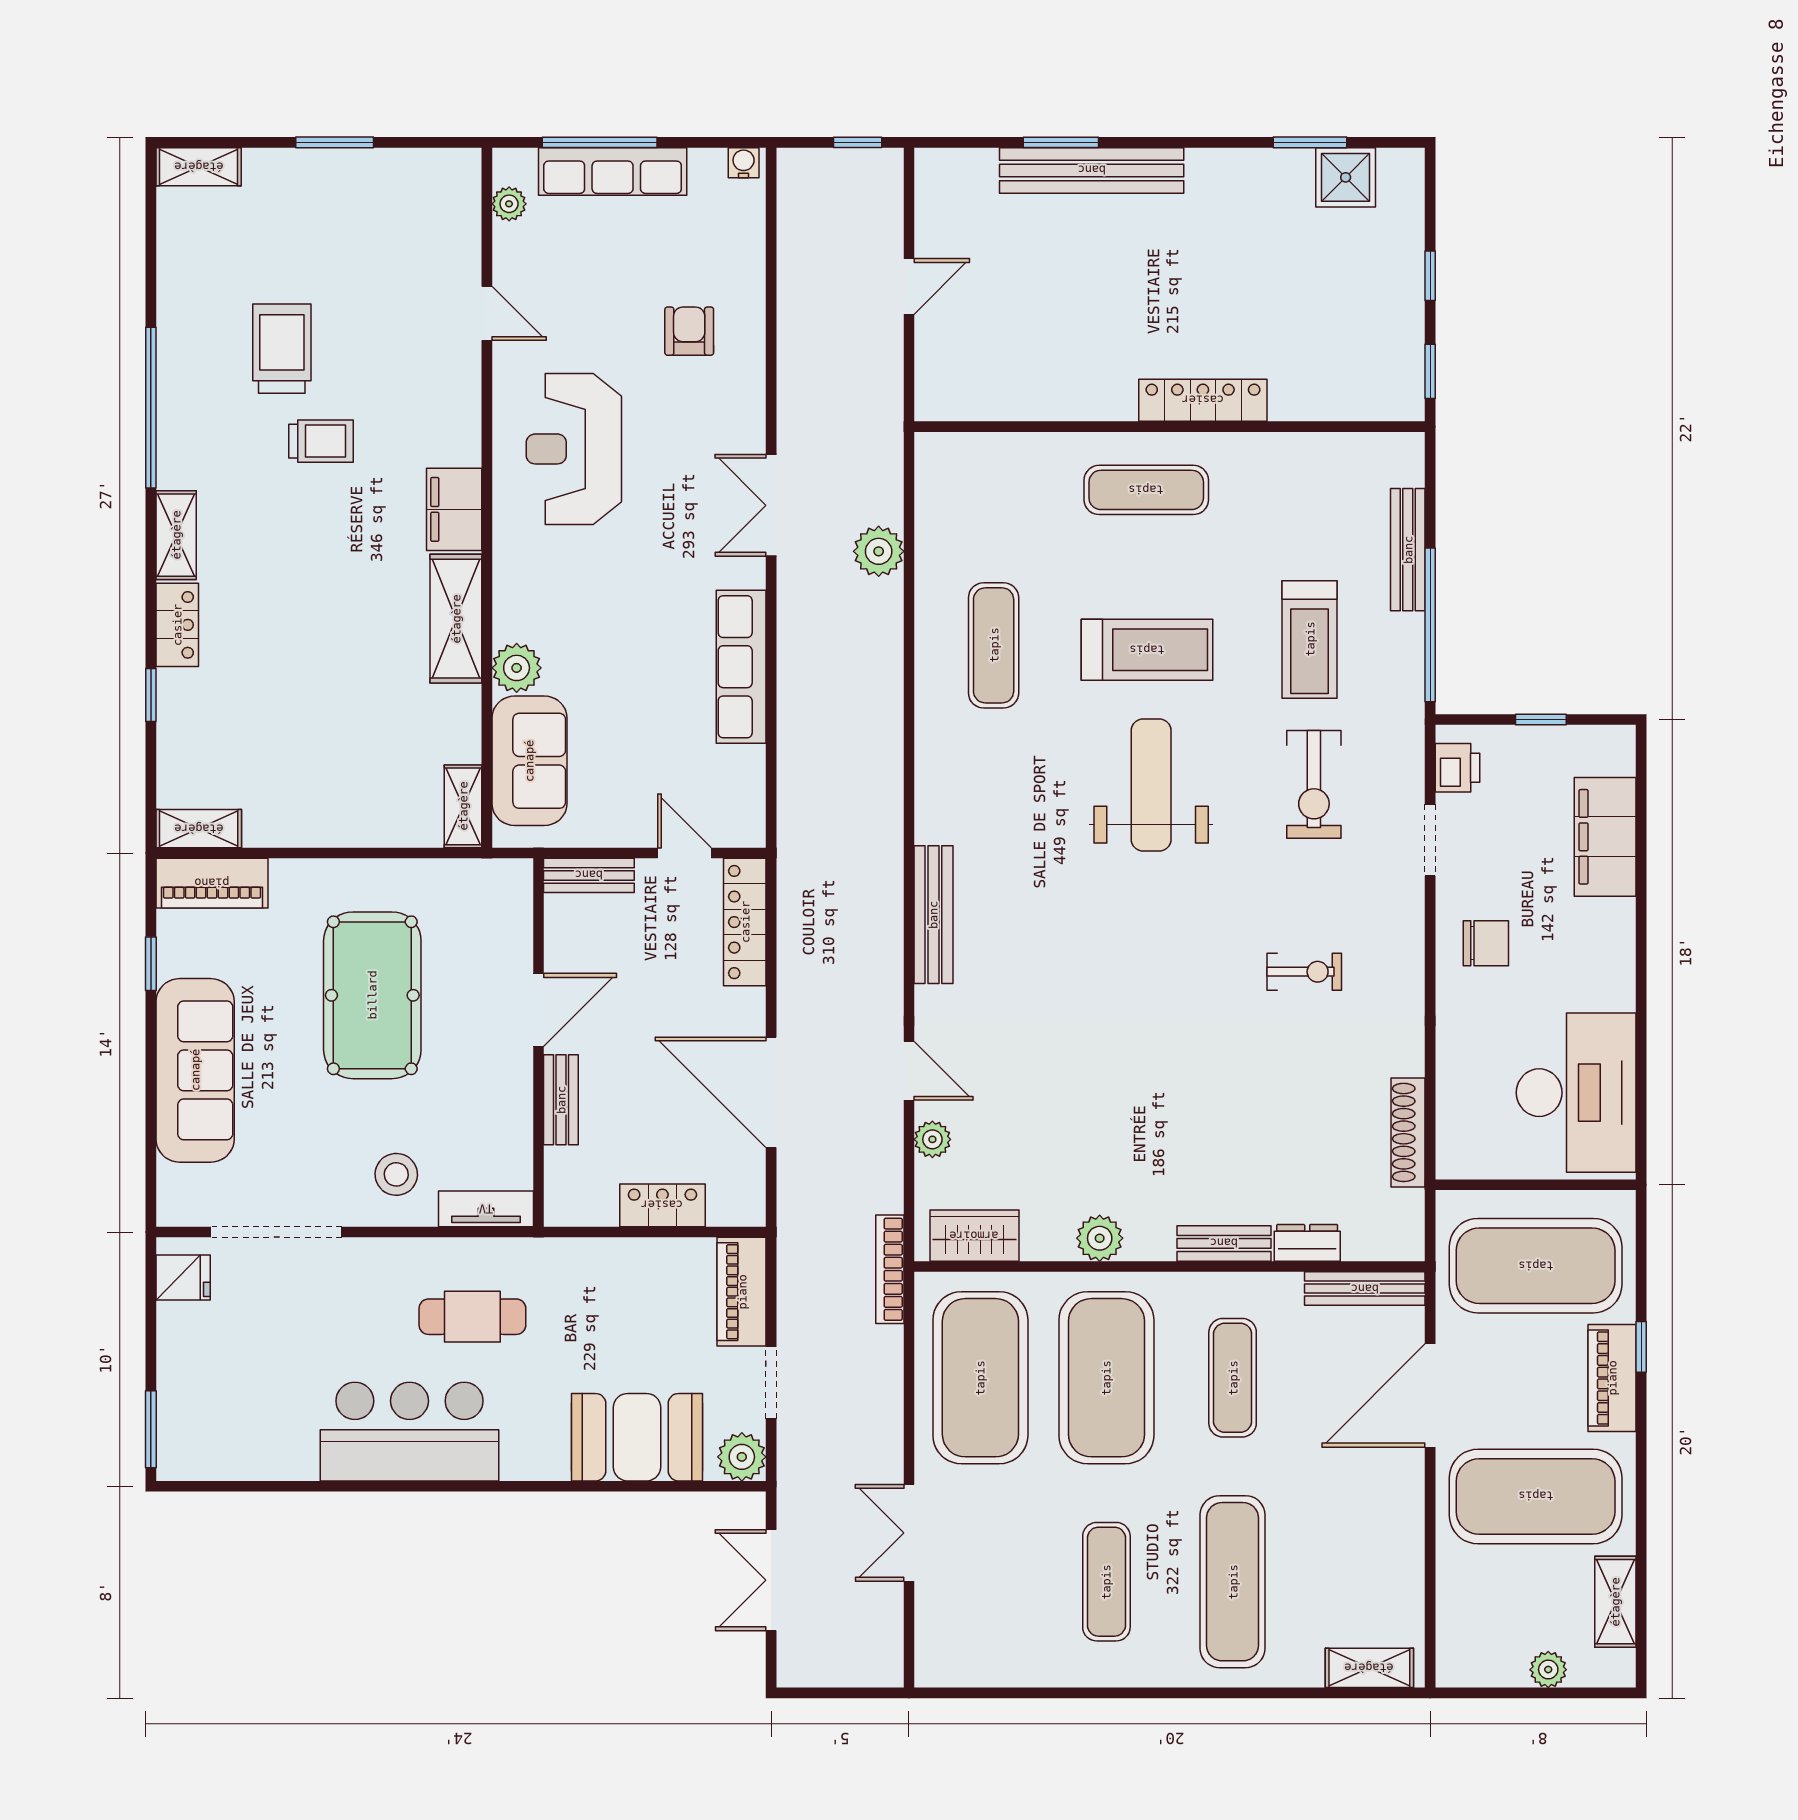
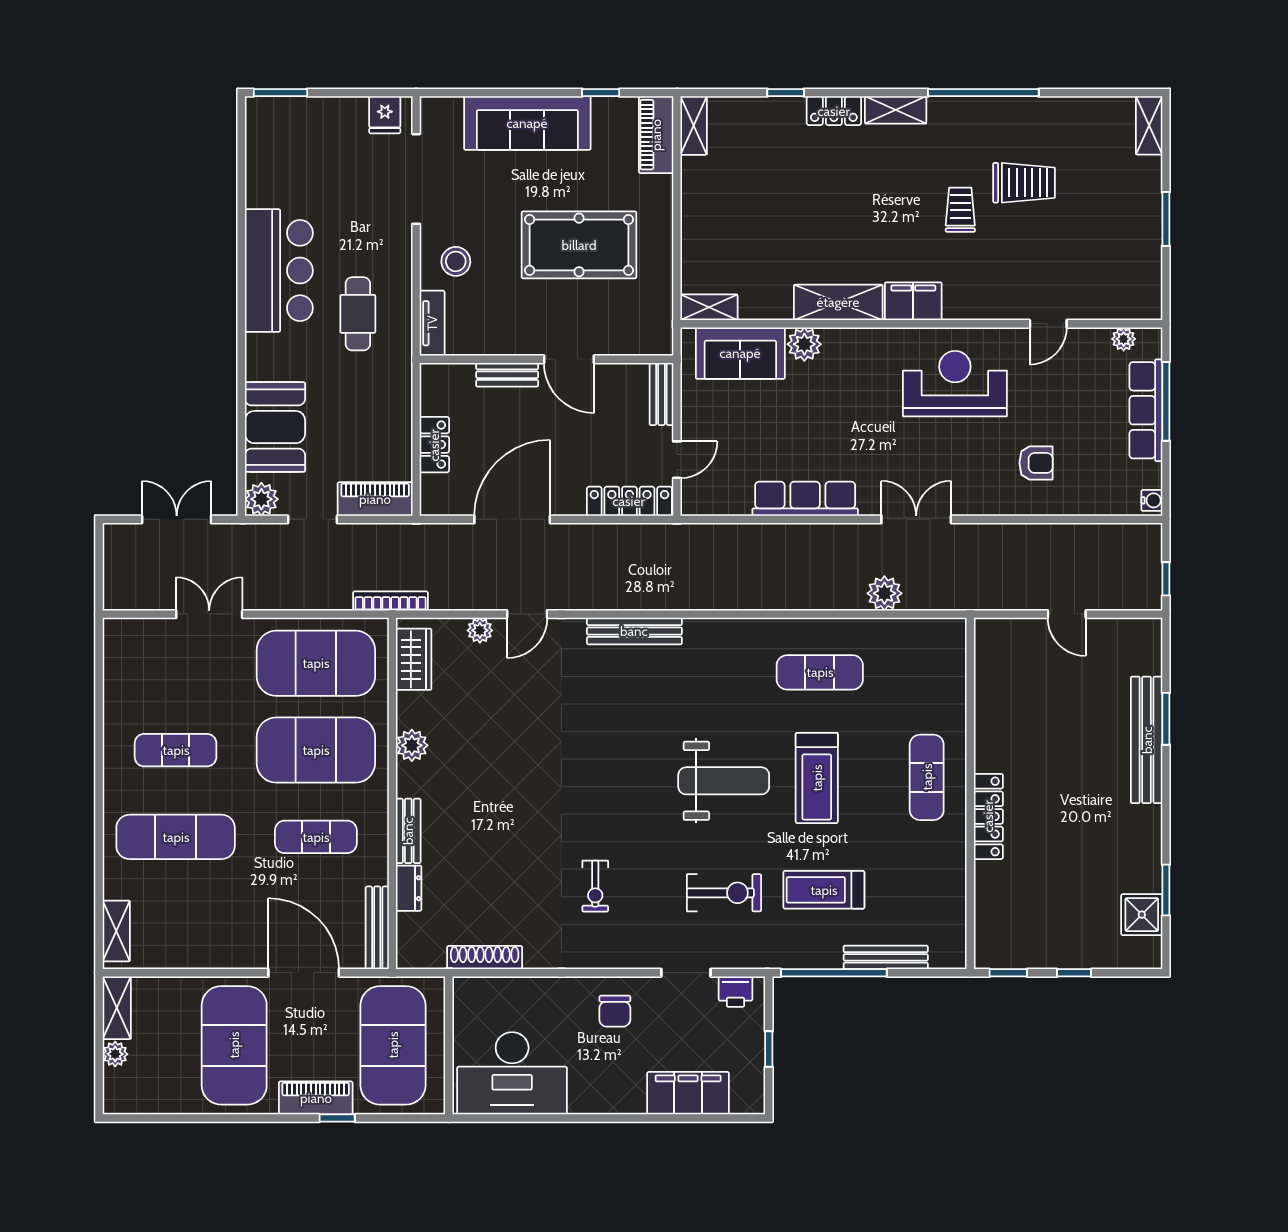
trolley: (321, 441) -> (960, 210), turned 180
exercise bike: (1314, 784) -> (724, 893), turned 180
shelving: (1615, 1602) -> (117, 1008), moved, turned 90

